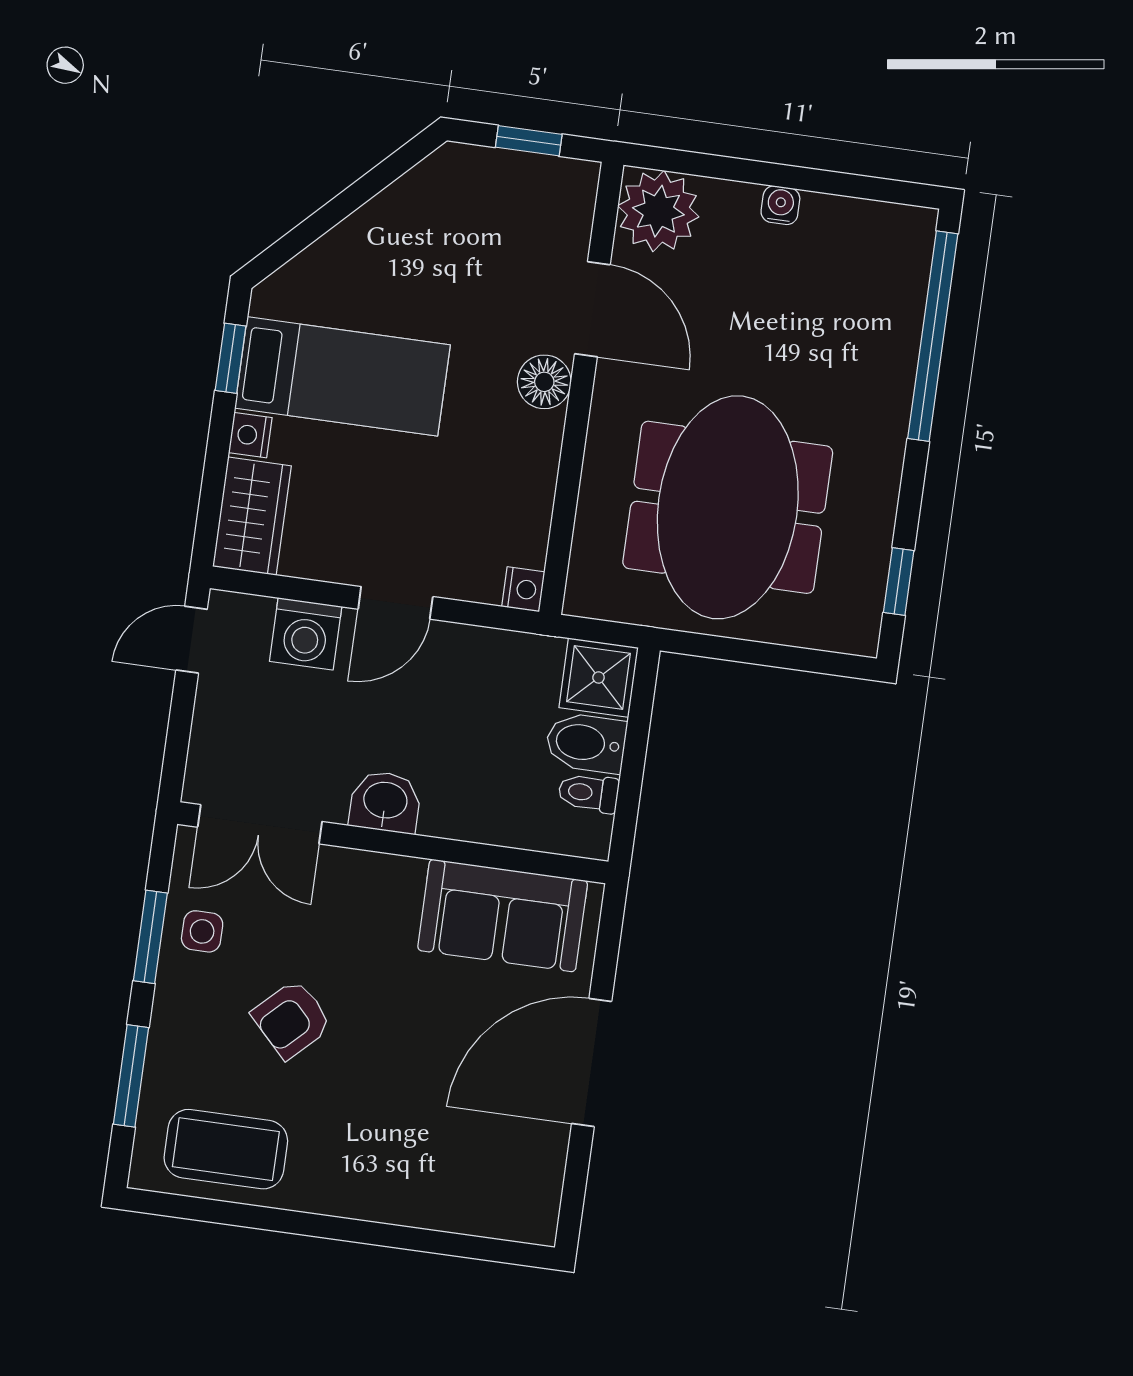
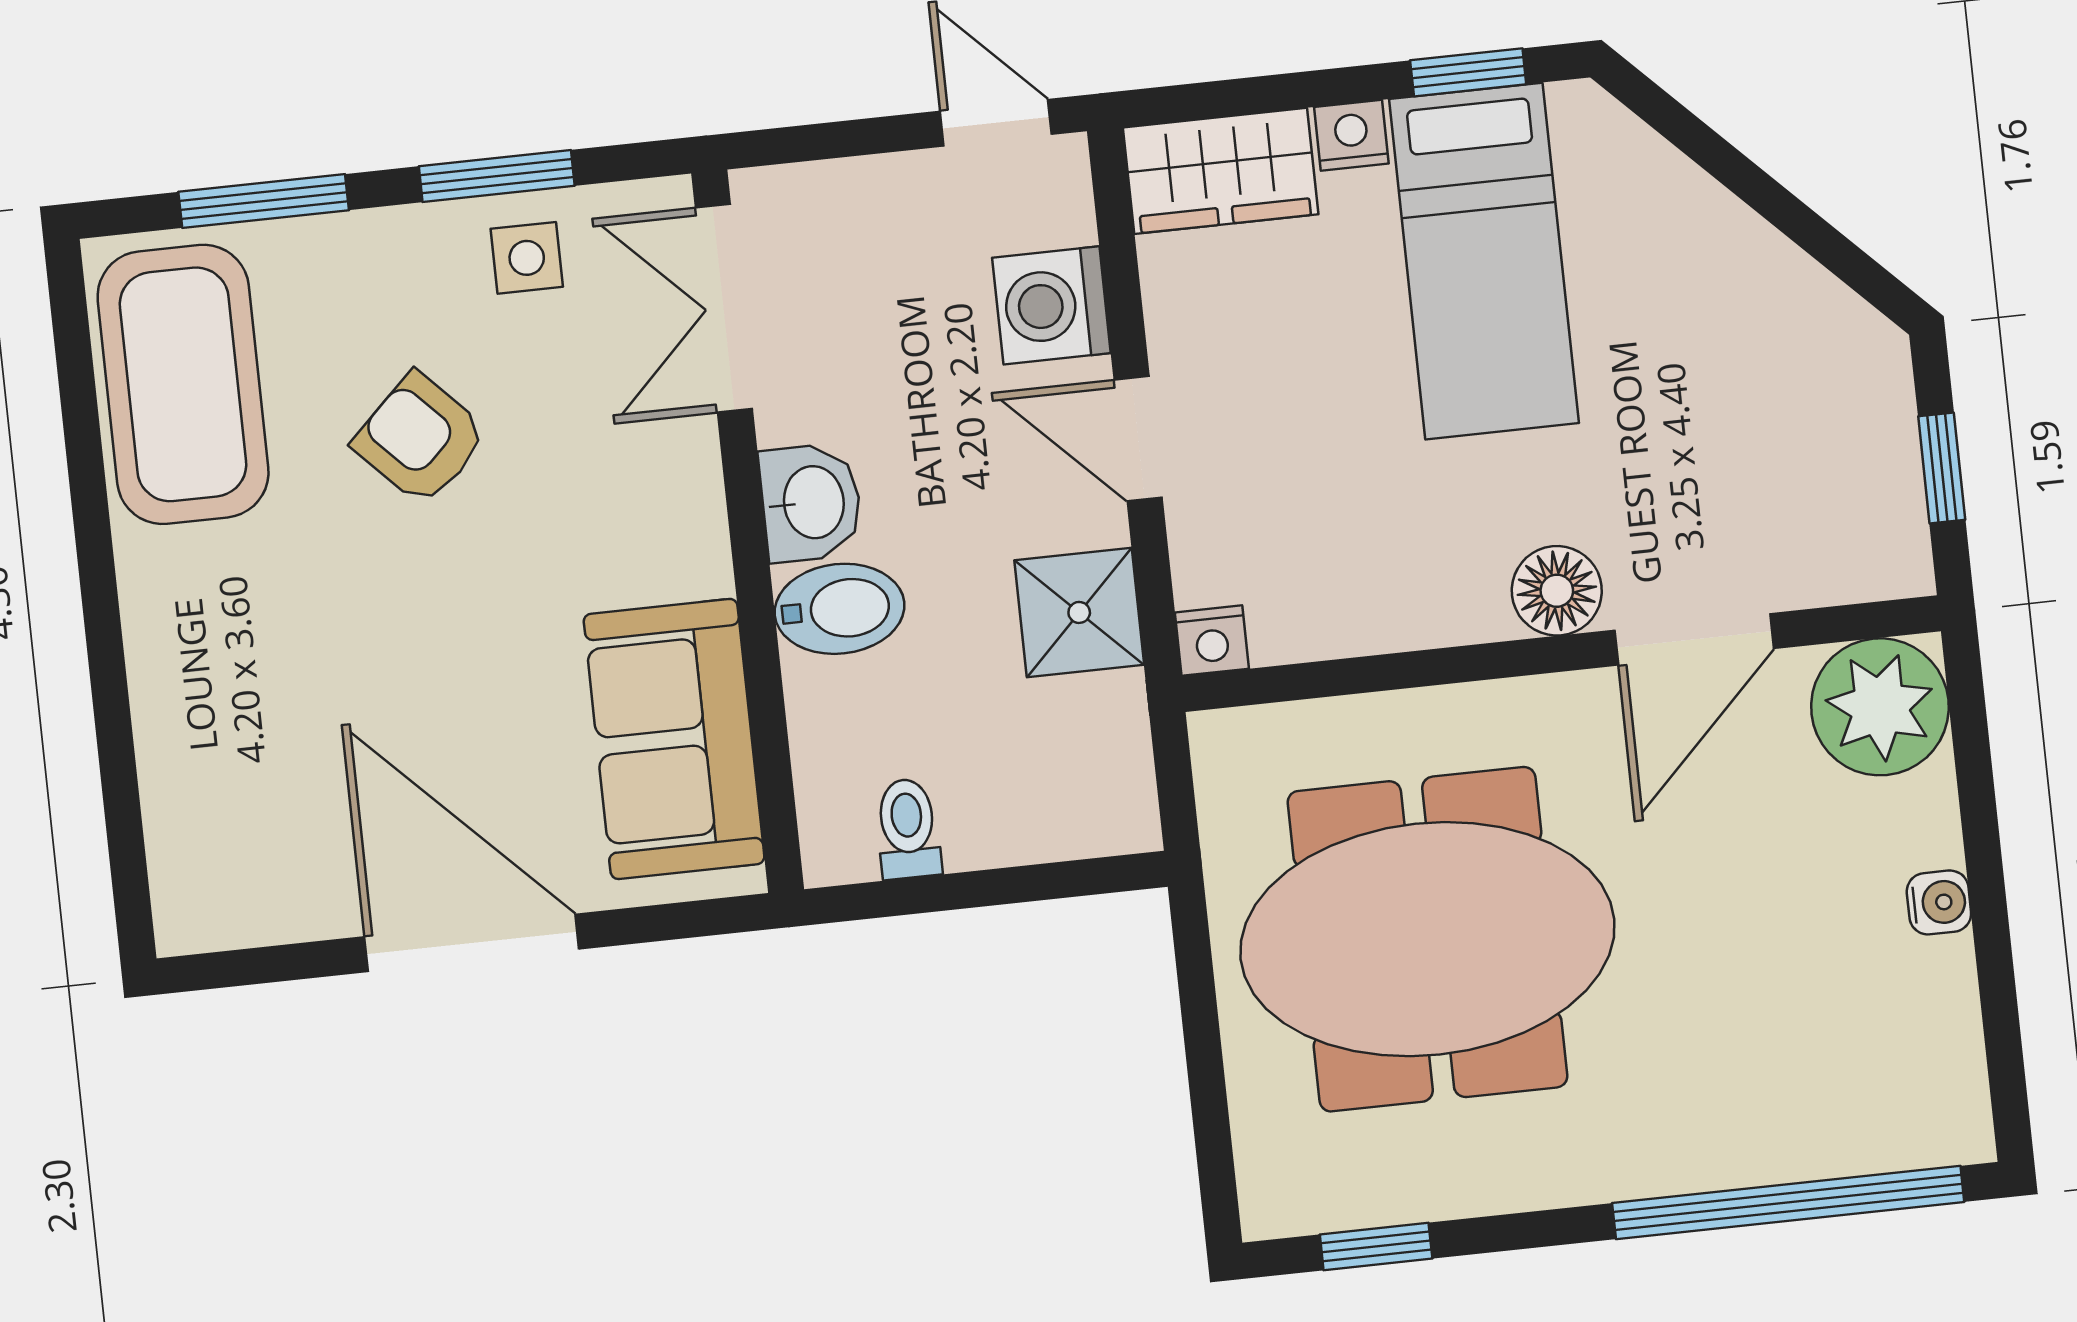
shower: (599, 678) -> (1079, 612), moved
bidet: (586, 743) -> (840, 609), moved, turned 90
coffee table: (226, 1149) -> (183, 384), width x1.36, depth x1.32

